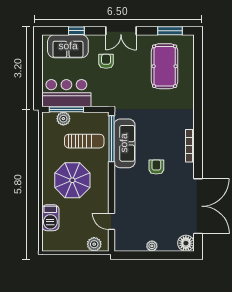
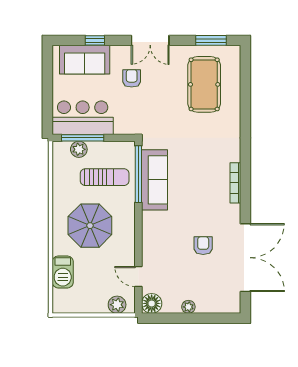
armchair: (156, 167) -> (203, 246), moved
floor lamp: (186, 243) -> (152, 303), moved

